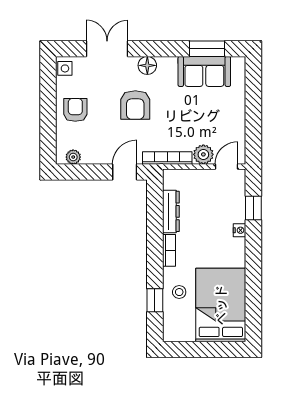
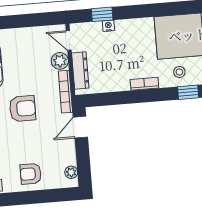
armchair: (135, 105) -> (23, 109), moved
door: (125, 172) -> (80, 127), hinge flipped
dresser: (171, 211) -> (80, 71), moved, turned 90
nightstand: (240, 230) -> (108, 26), moved

